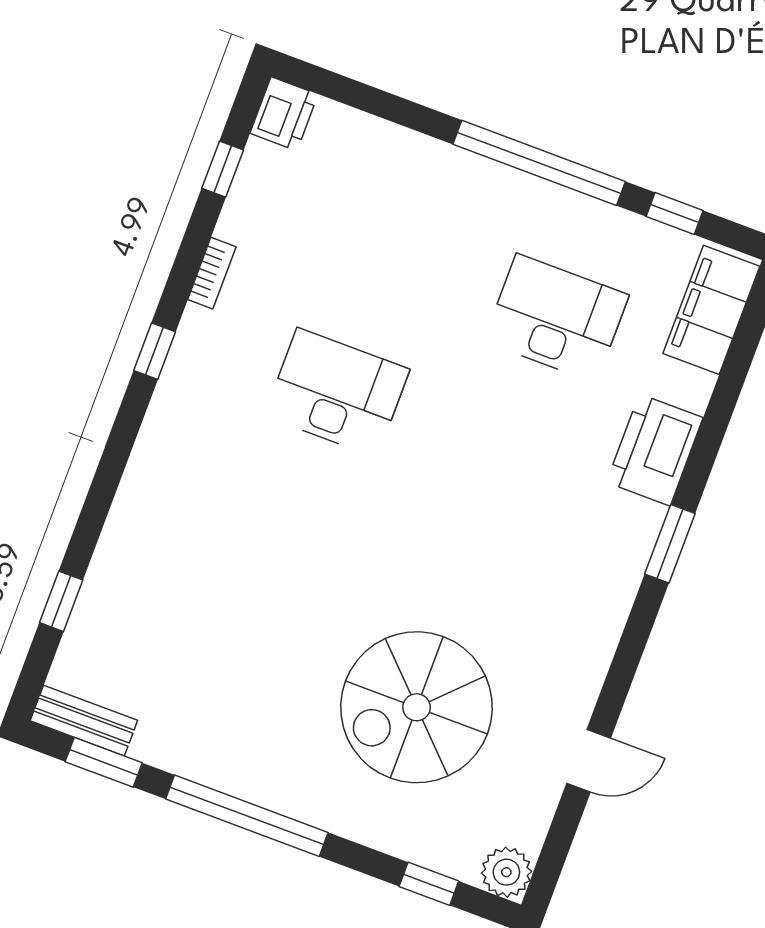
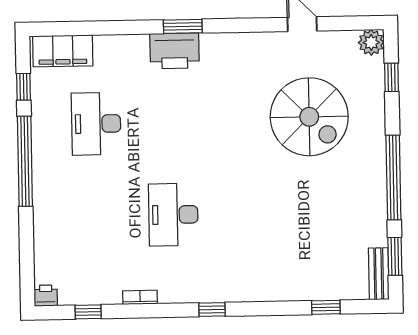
printer: (284, 114) -> (46, 296), width x0.73, depth x0.81
window: (155, 351) -> (212, 310), moved
printer: (655, 450) -> (175, 51), moved

